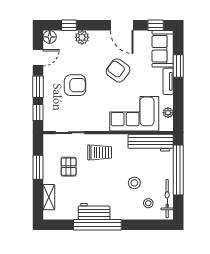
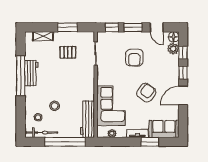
window: (156, 25) -> (183, 73), moved
plant: (82, 37) -> (173, 49), moved
trolley: (100, 152) -> (80, 78), removed

